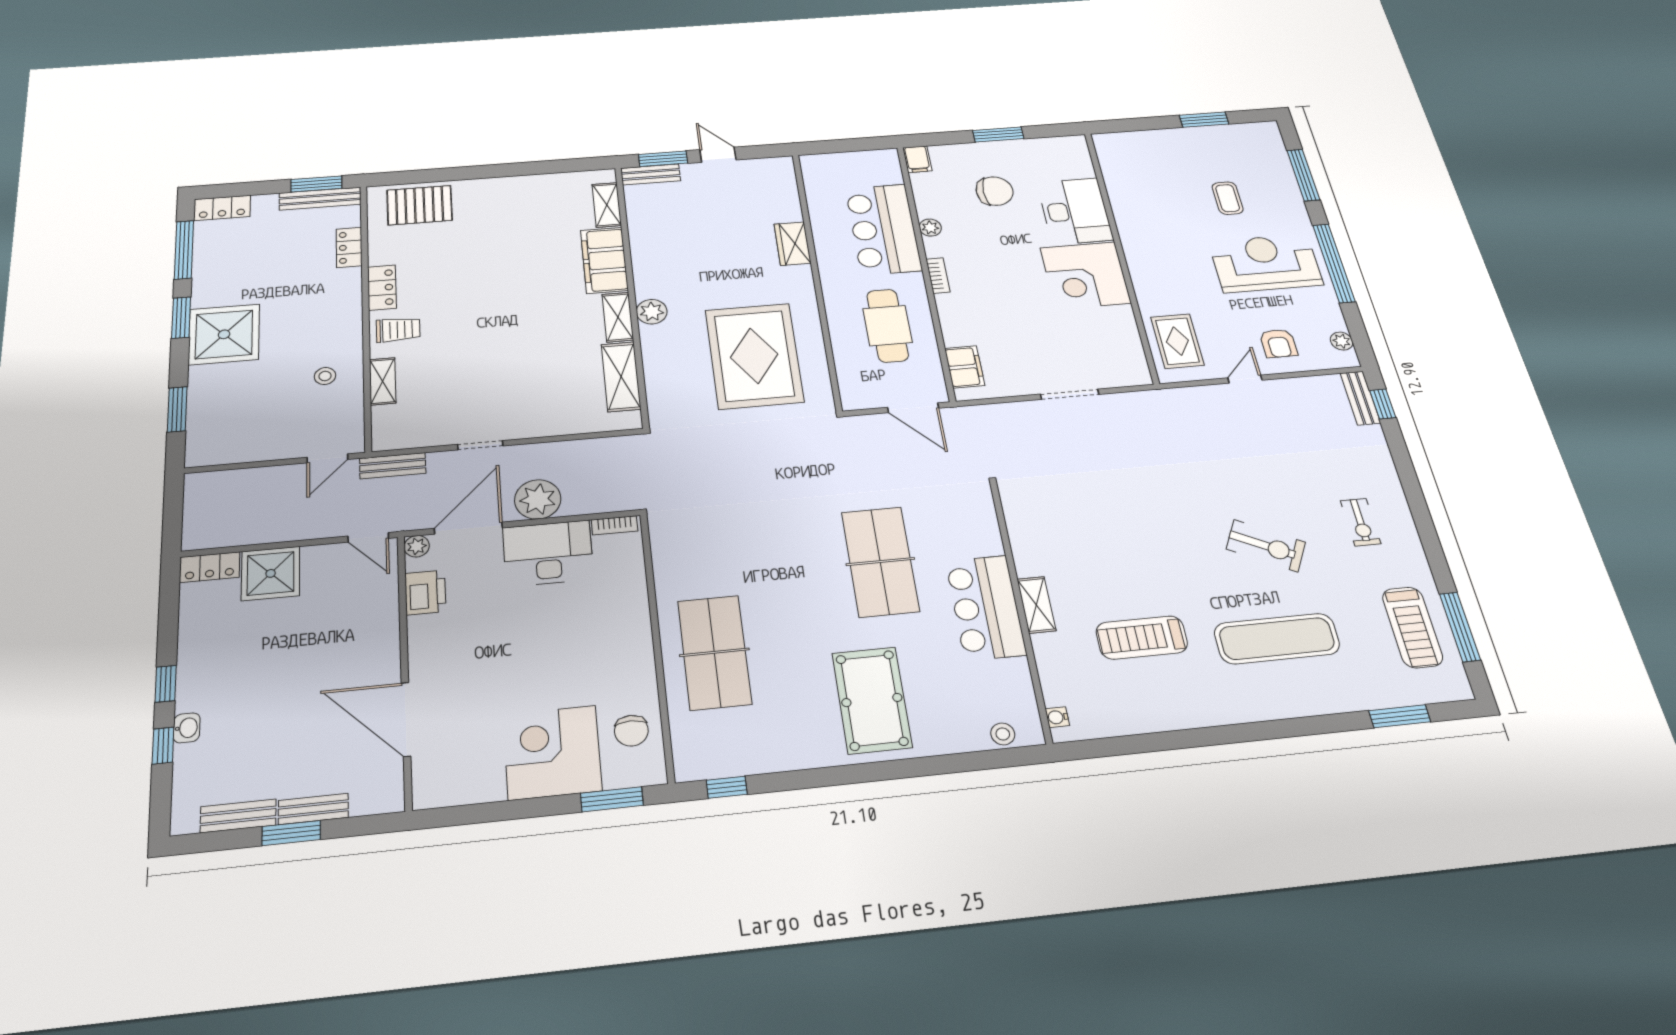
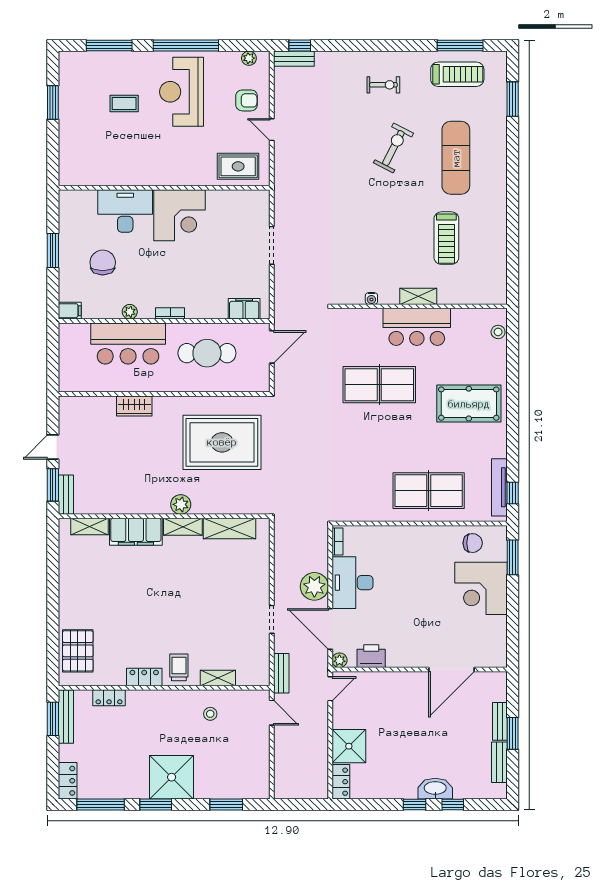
water cooler: (1057, 717) -> (371, 299), moved
washbasin: (187, 728) -> (435, 789), width x1.91, depth x1.45
tv unit: (734, 764) -> (499, 487), added

